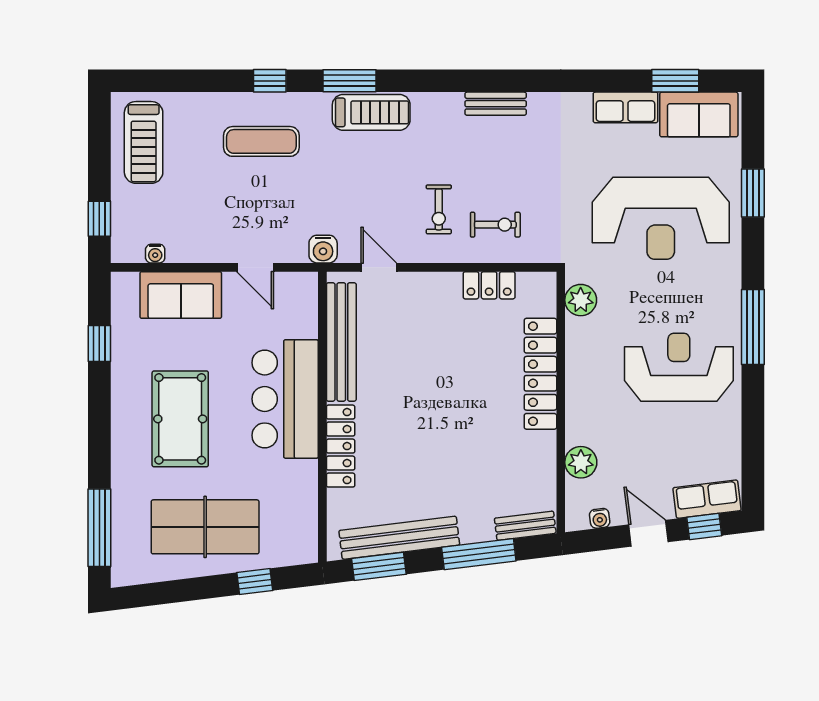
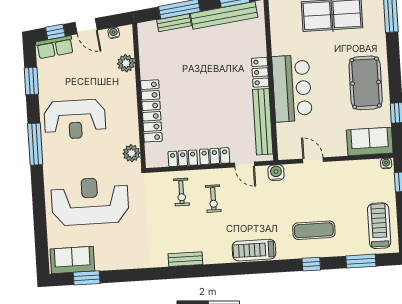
window: (349, 81) -> (361, 261), moved
row of seats: (625, 107) -> (113, 261), removed
window: (753, 193) -> (31, 81), moved
exercise bike: (439, 209) -> (213, 199), turned 180
exercise bike: (495, 225) -> (181, 192), turned -90
water cooler: (155, 254) -> (386, 163), moved
locker: (432, 286) -> (215, 156), added
sofa: (181, 295) -> (370, 141), moved
pool table: (180, 419) -> (366, 83), moved
locker: (341, 446) -> (260, 72), width x0.66
bench: (525, 526) -> (174, 23), moved

